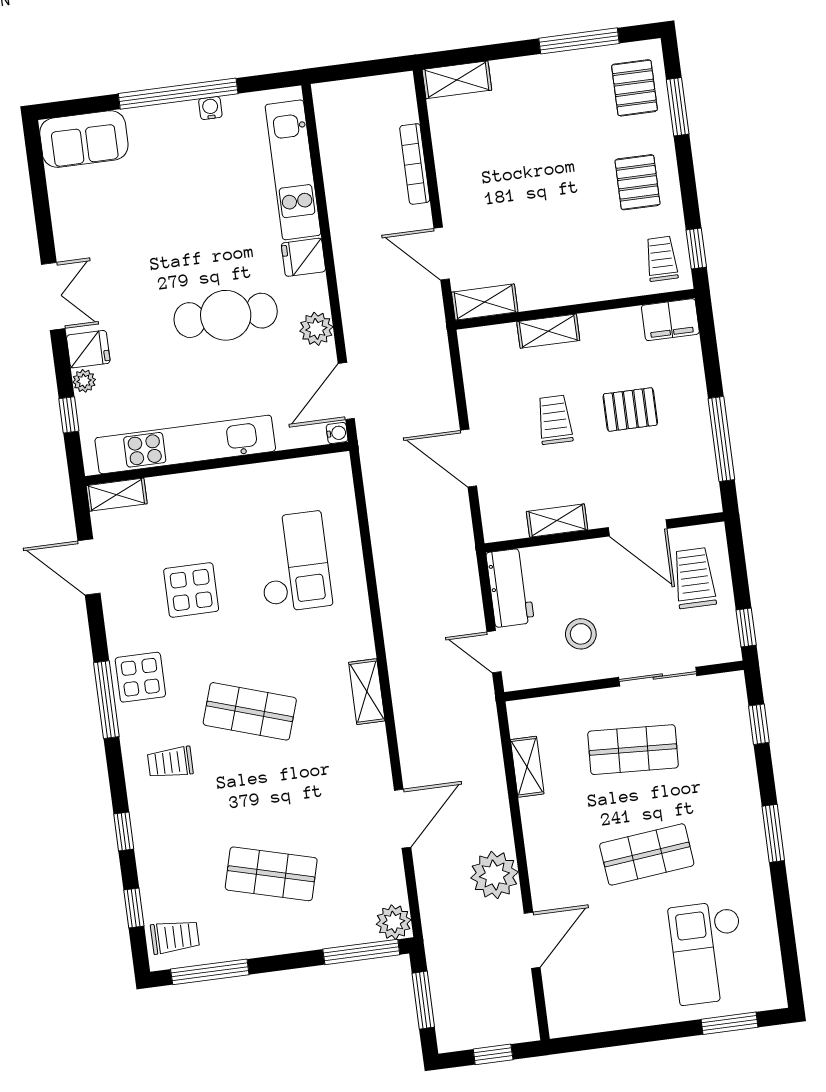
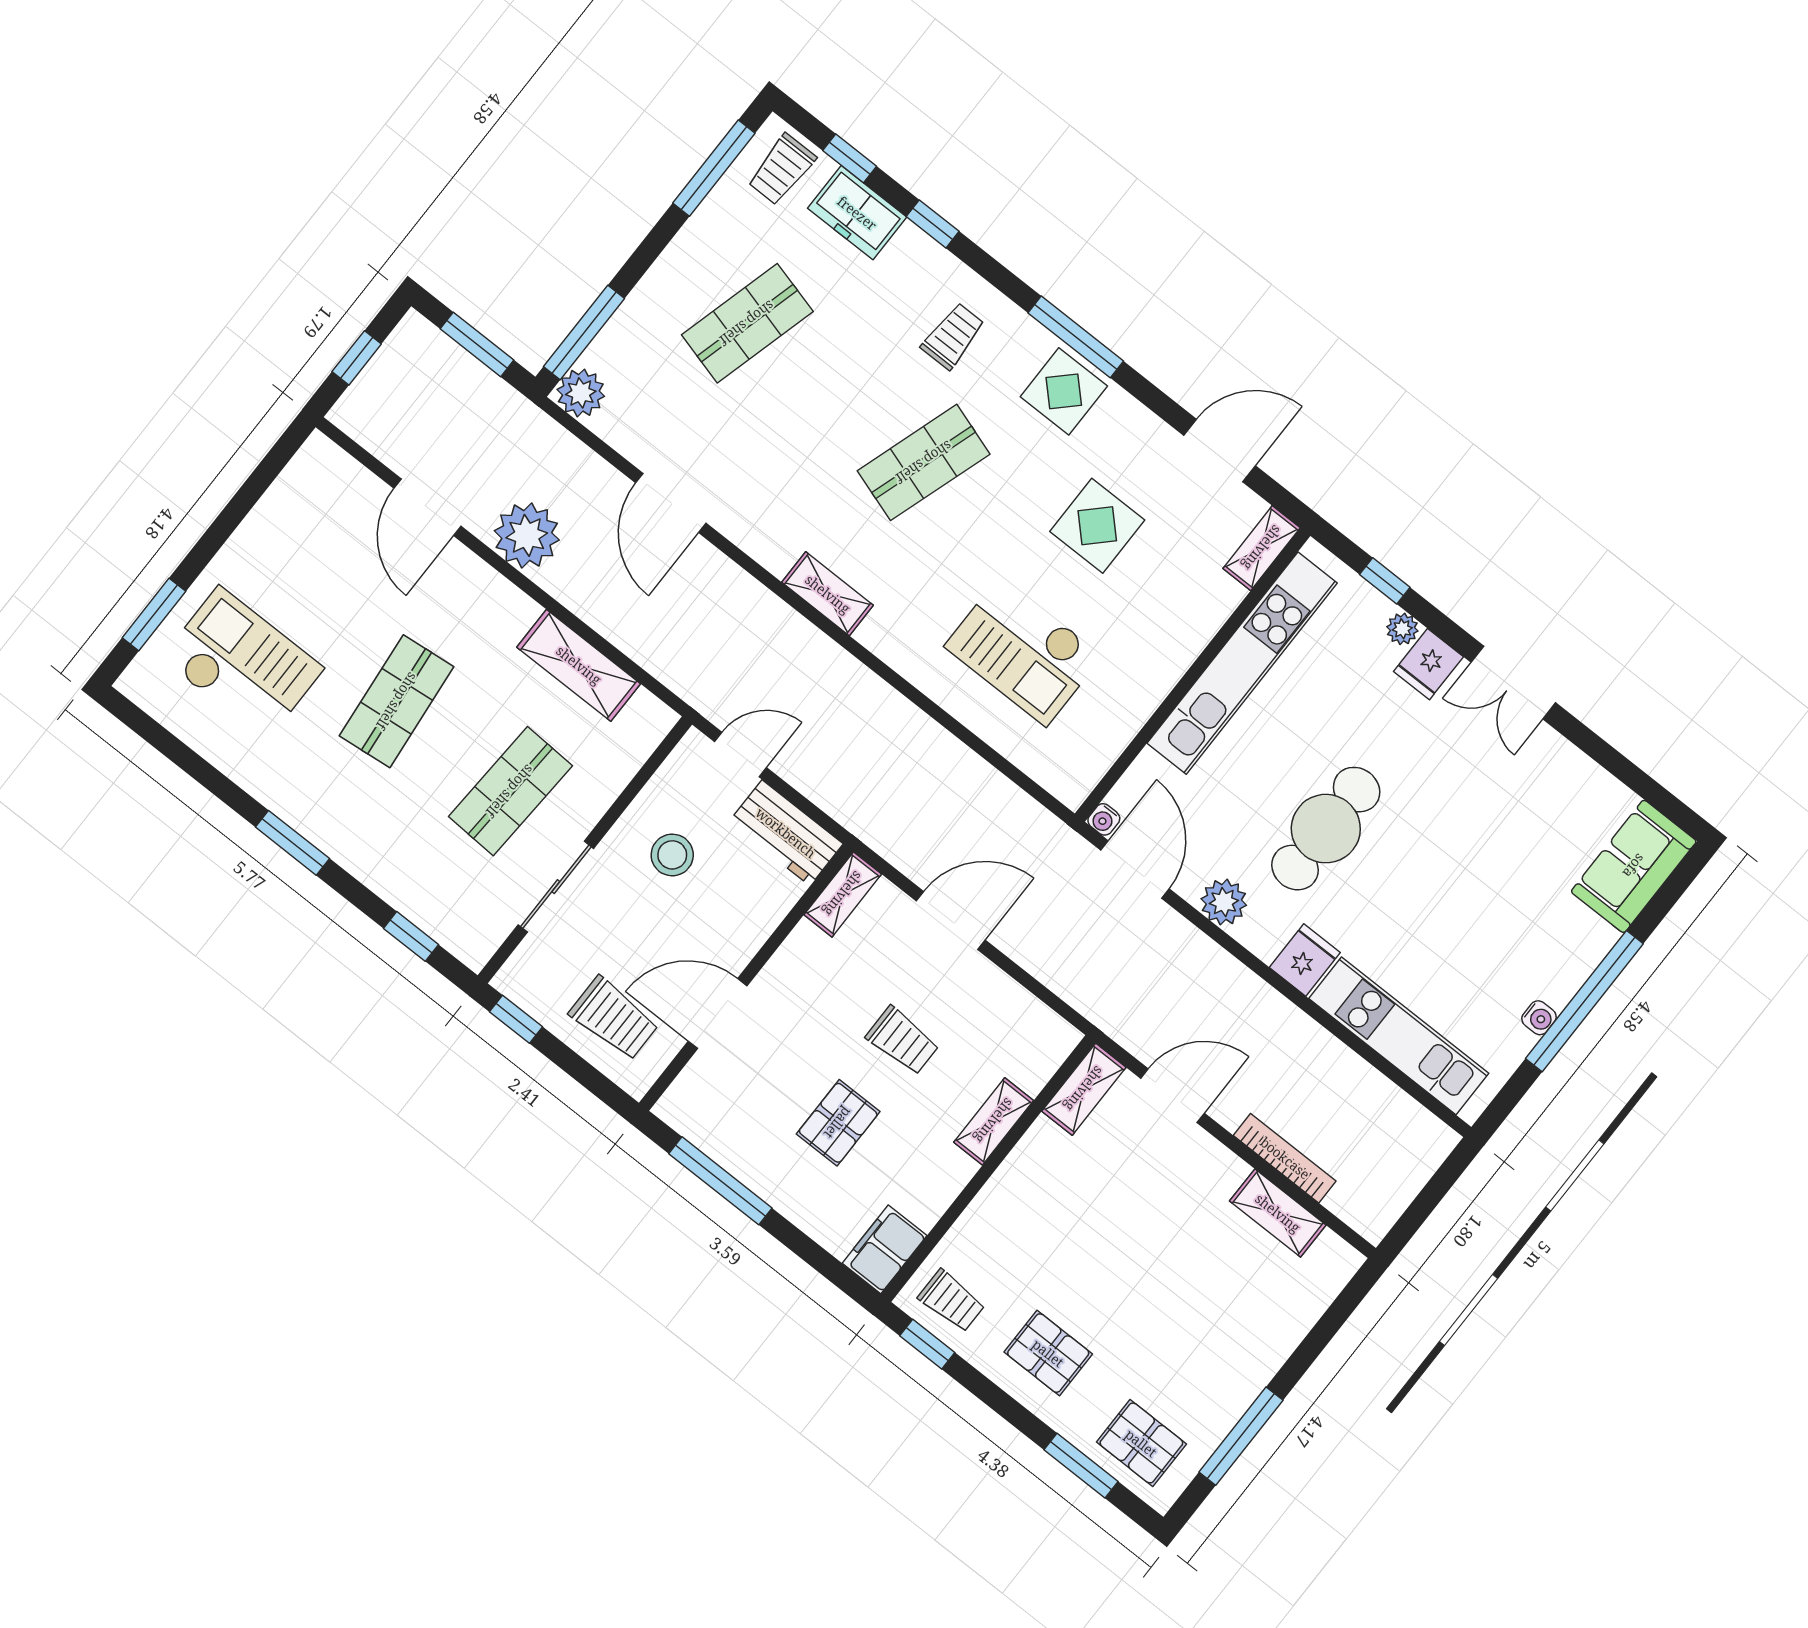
shelving: (457, 80) -> (1278, 1213), moved, turned 90
shelving: (557, 521) -> (843, 894), moved
shelving: (527, 767) -> (579, 665), width x1.50, depth x1.33
freezer: (158, 876) -> (857, 213), added

